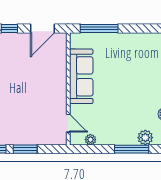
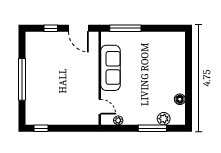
door: (43, 29) -> (78, 28), hinge flipped
window: (25, 149) -> (64, 128), removed

